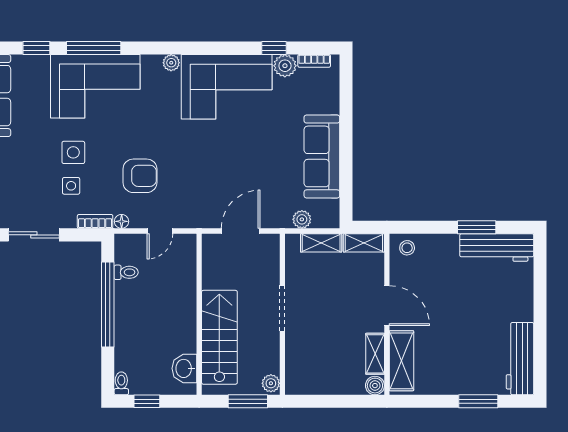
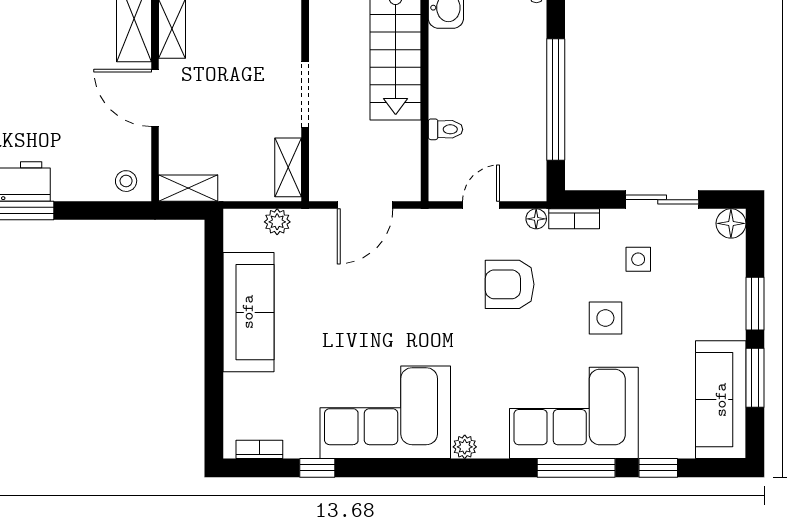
plant: (285, 66) -> (301, 442), removed
side table: (71, 186) -> (638, 259), moved
shelving: (321, 243) -> (288, 167), moved, turned 90
toilet: (126, 272) -> (445, 129), moved, turned 180

